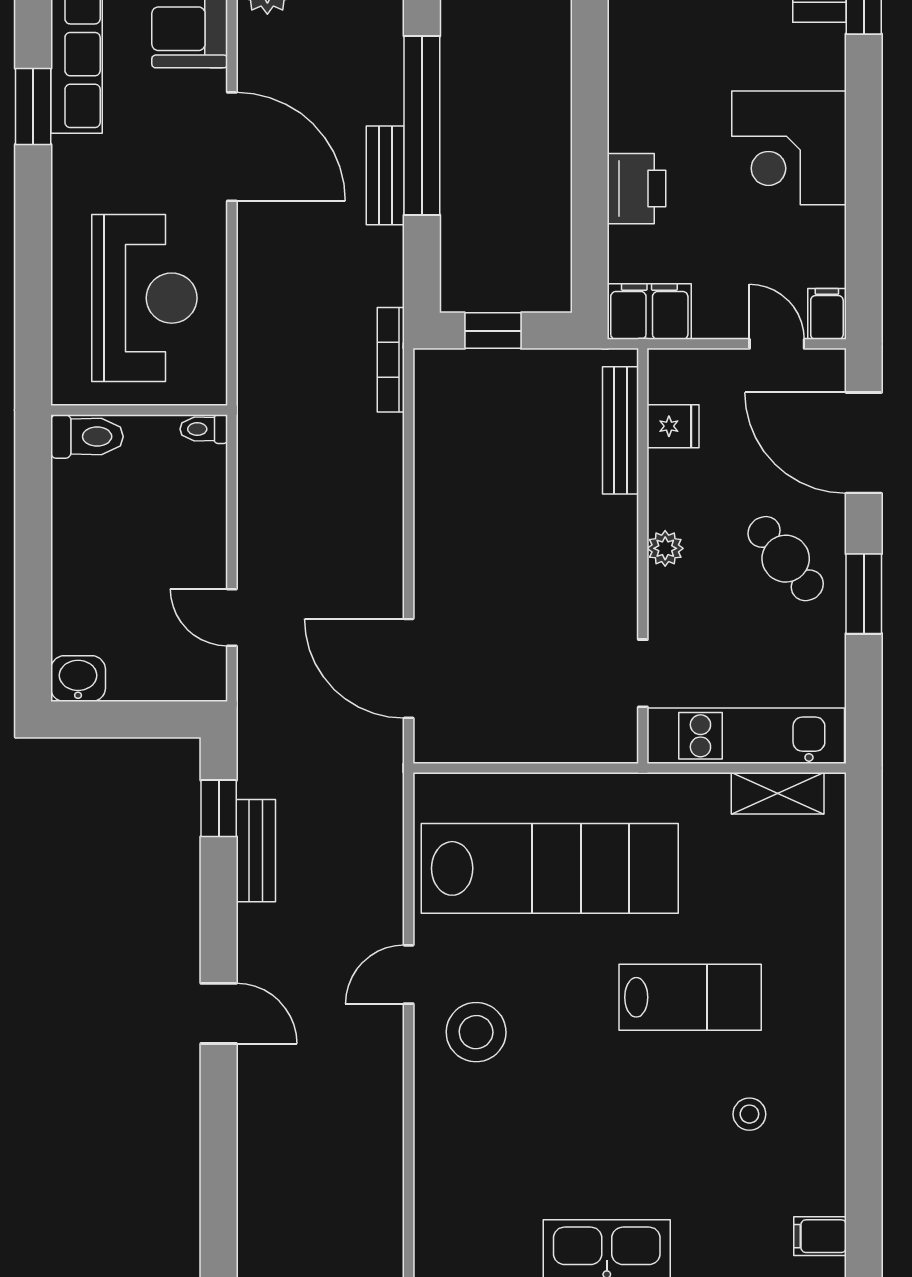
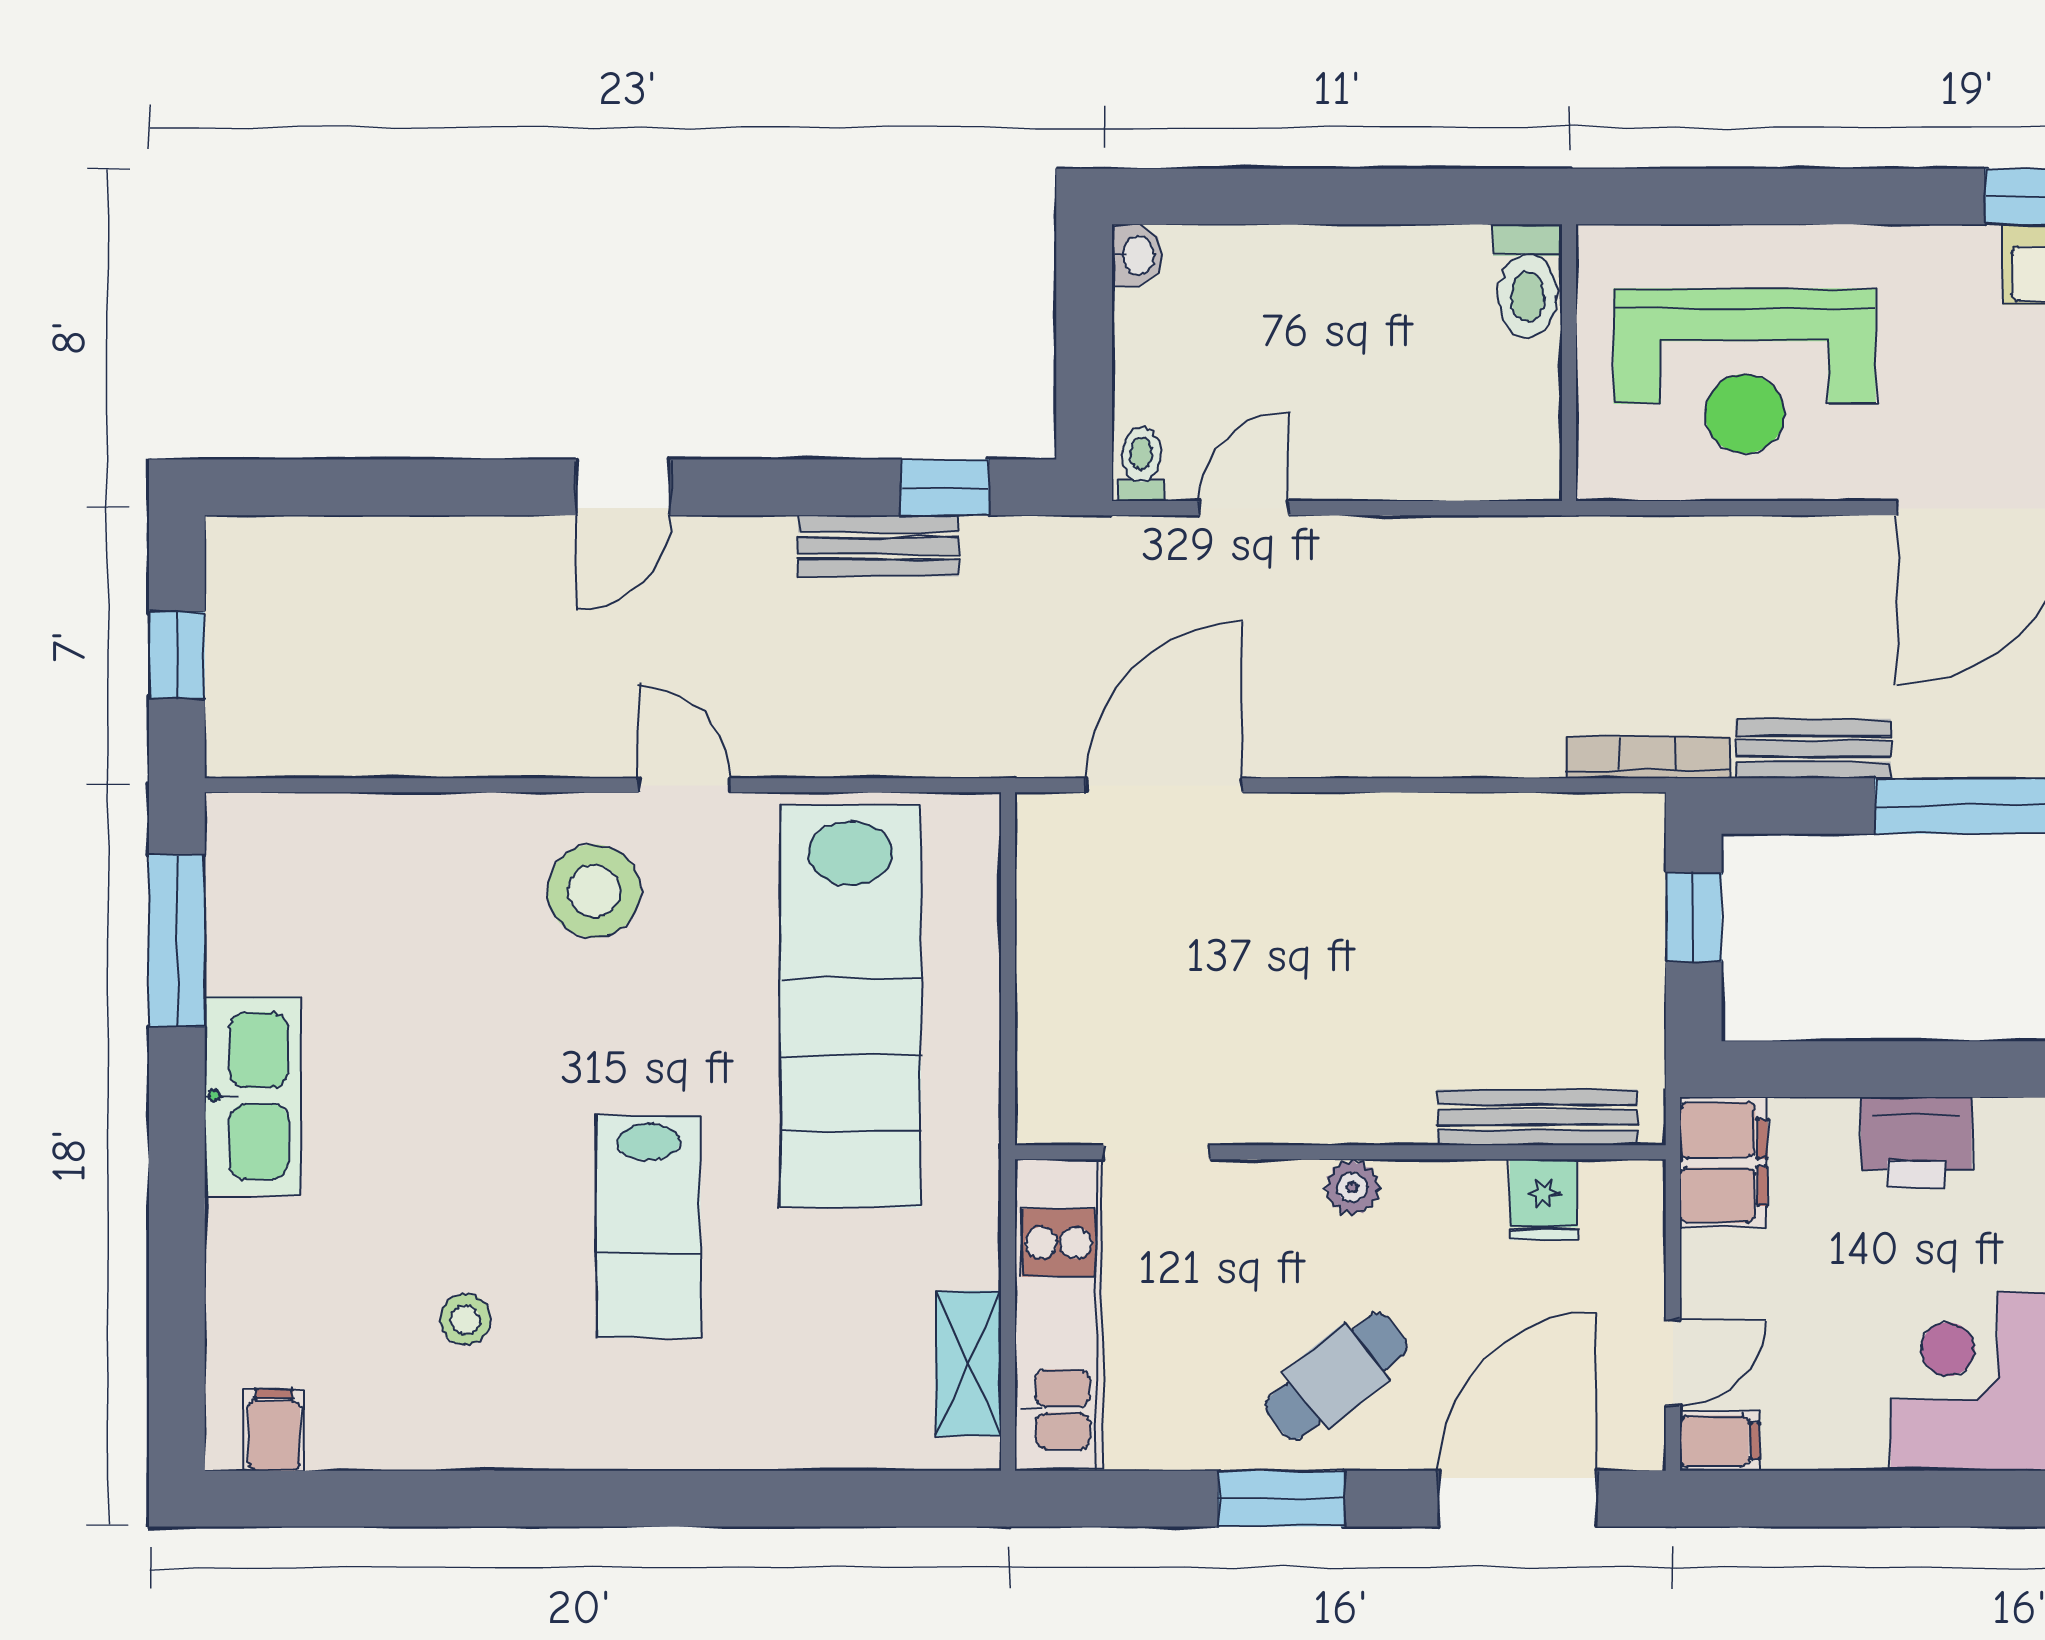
bench: (385, 175) -> (1813, 749), moved
toilet: (204, 429) -> (1141, 464), moved
washbasin: (78, 679) -> (1137, 255), width x0.72, depth x0.69

